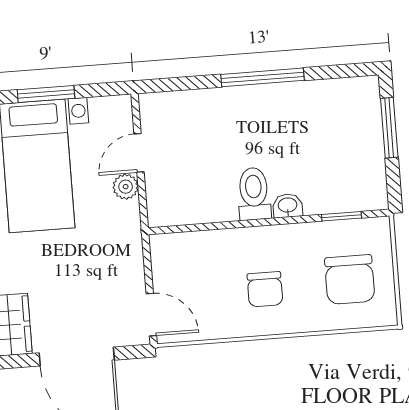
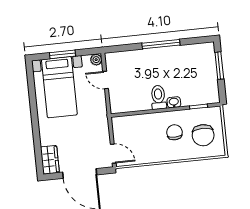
door: (139, 153) -> (106, 80), hinge flipped
plant: (126, 187) -> (96, 60), moved
chair: (265, 289) -> (174, 132), moved, turned 180

